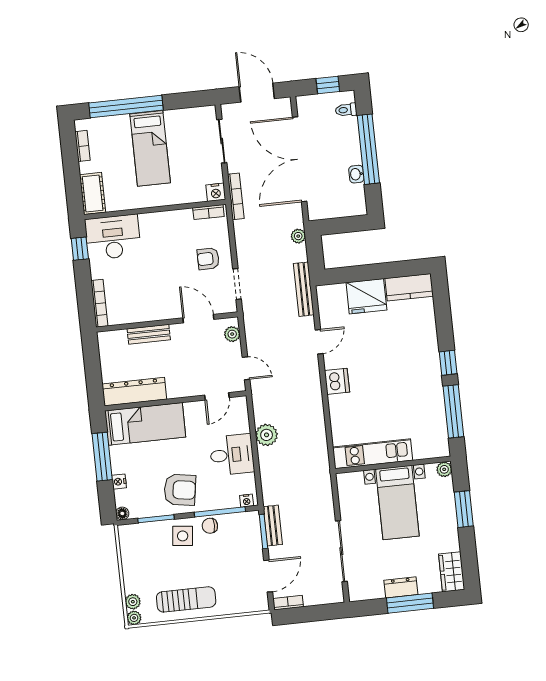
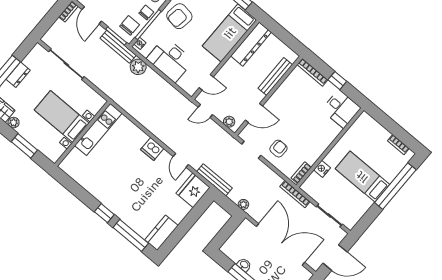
nightstand: (216, 192) -> (322, 169), moved
cot: (93, 193) -> (370, 125), removed
desk: (113, 237) -> (341, 109), width x0.73
window: (80, 249) -> (337, 81), moved
fridge: (366, 296) -> (193, 190), moved
bench: (149, 334) -> (275, 76), width x1.36
door: (217, 396) -> (206, 82), swing flipped
window: (453, 411) -> (131, 235), moved
plant: (267, 435) -> (138, 67), moved
desk: (232, 455) -> (170, 60), width x1.37
plant: (444, 469) -> (14, 123), moved
bench: (273, 526) -> (118, 47), width x1.36
chair: (240, 529) -> (130, 25), added

